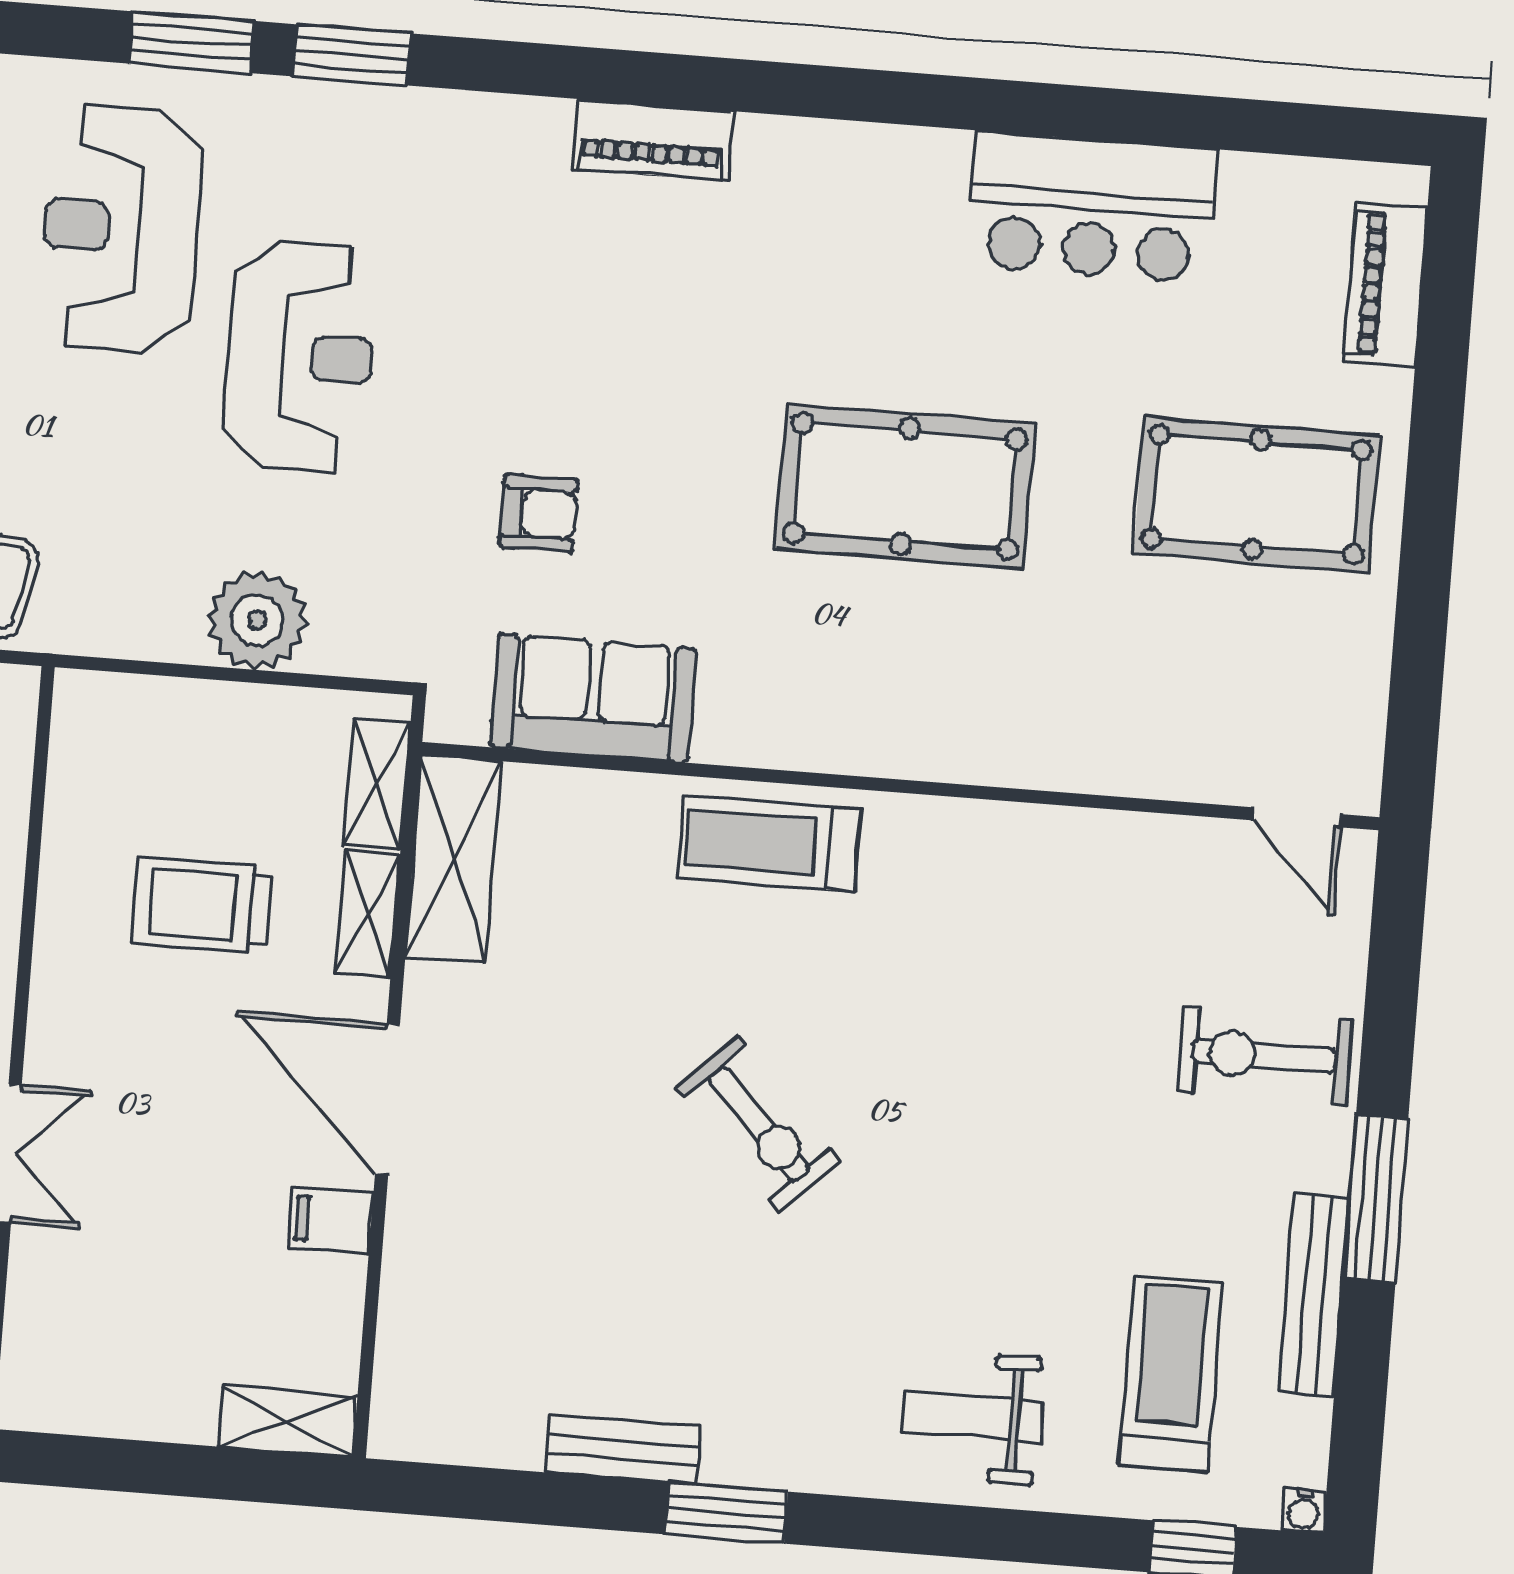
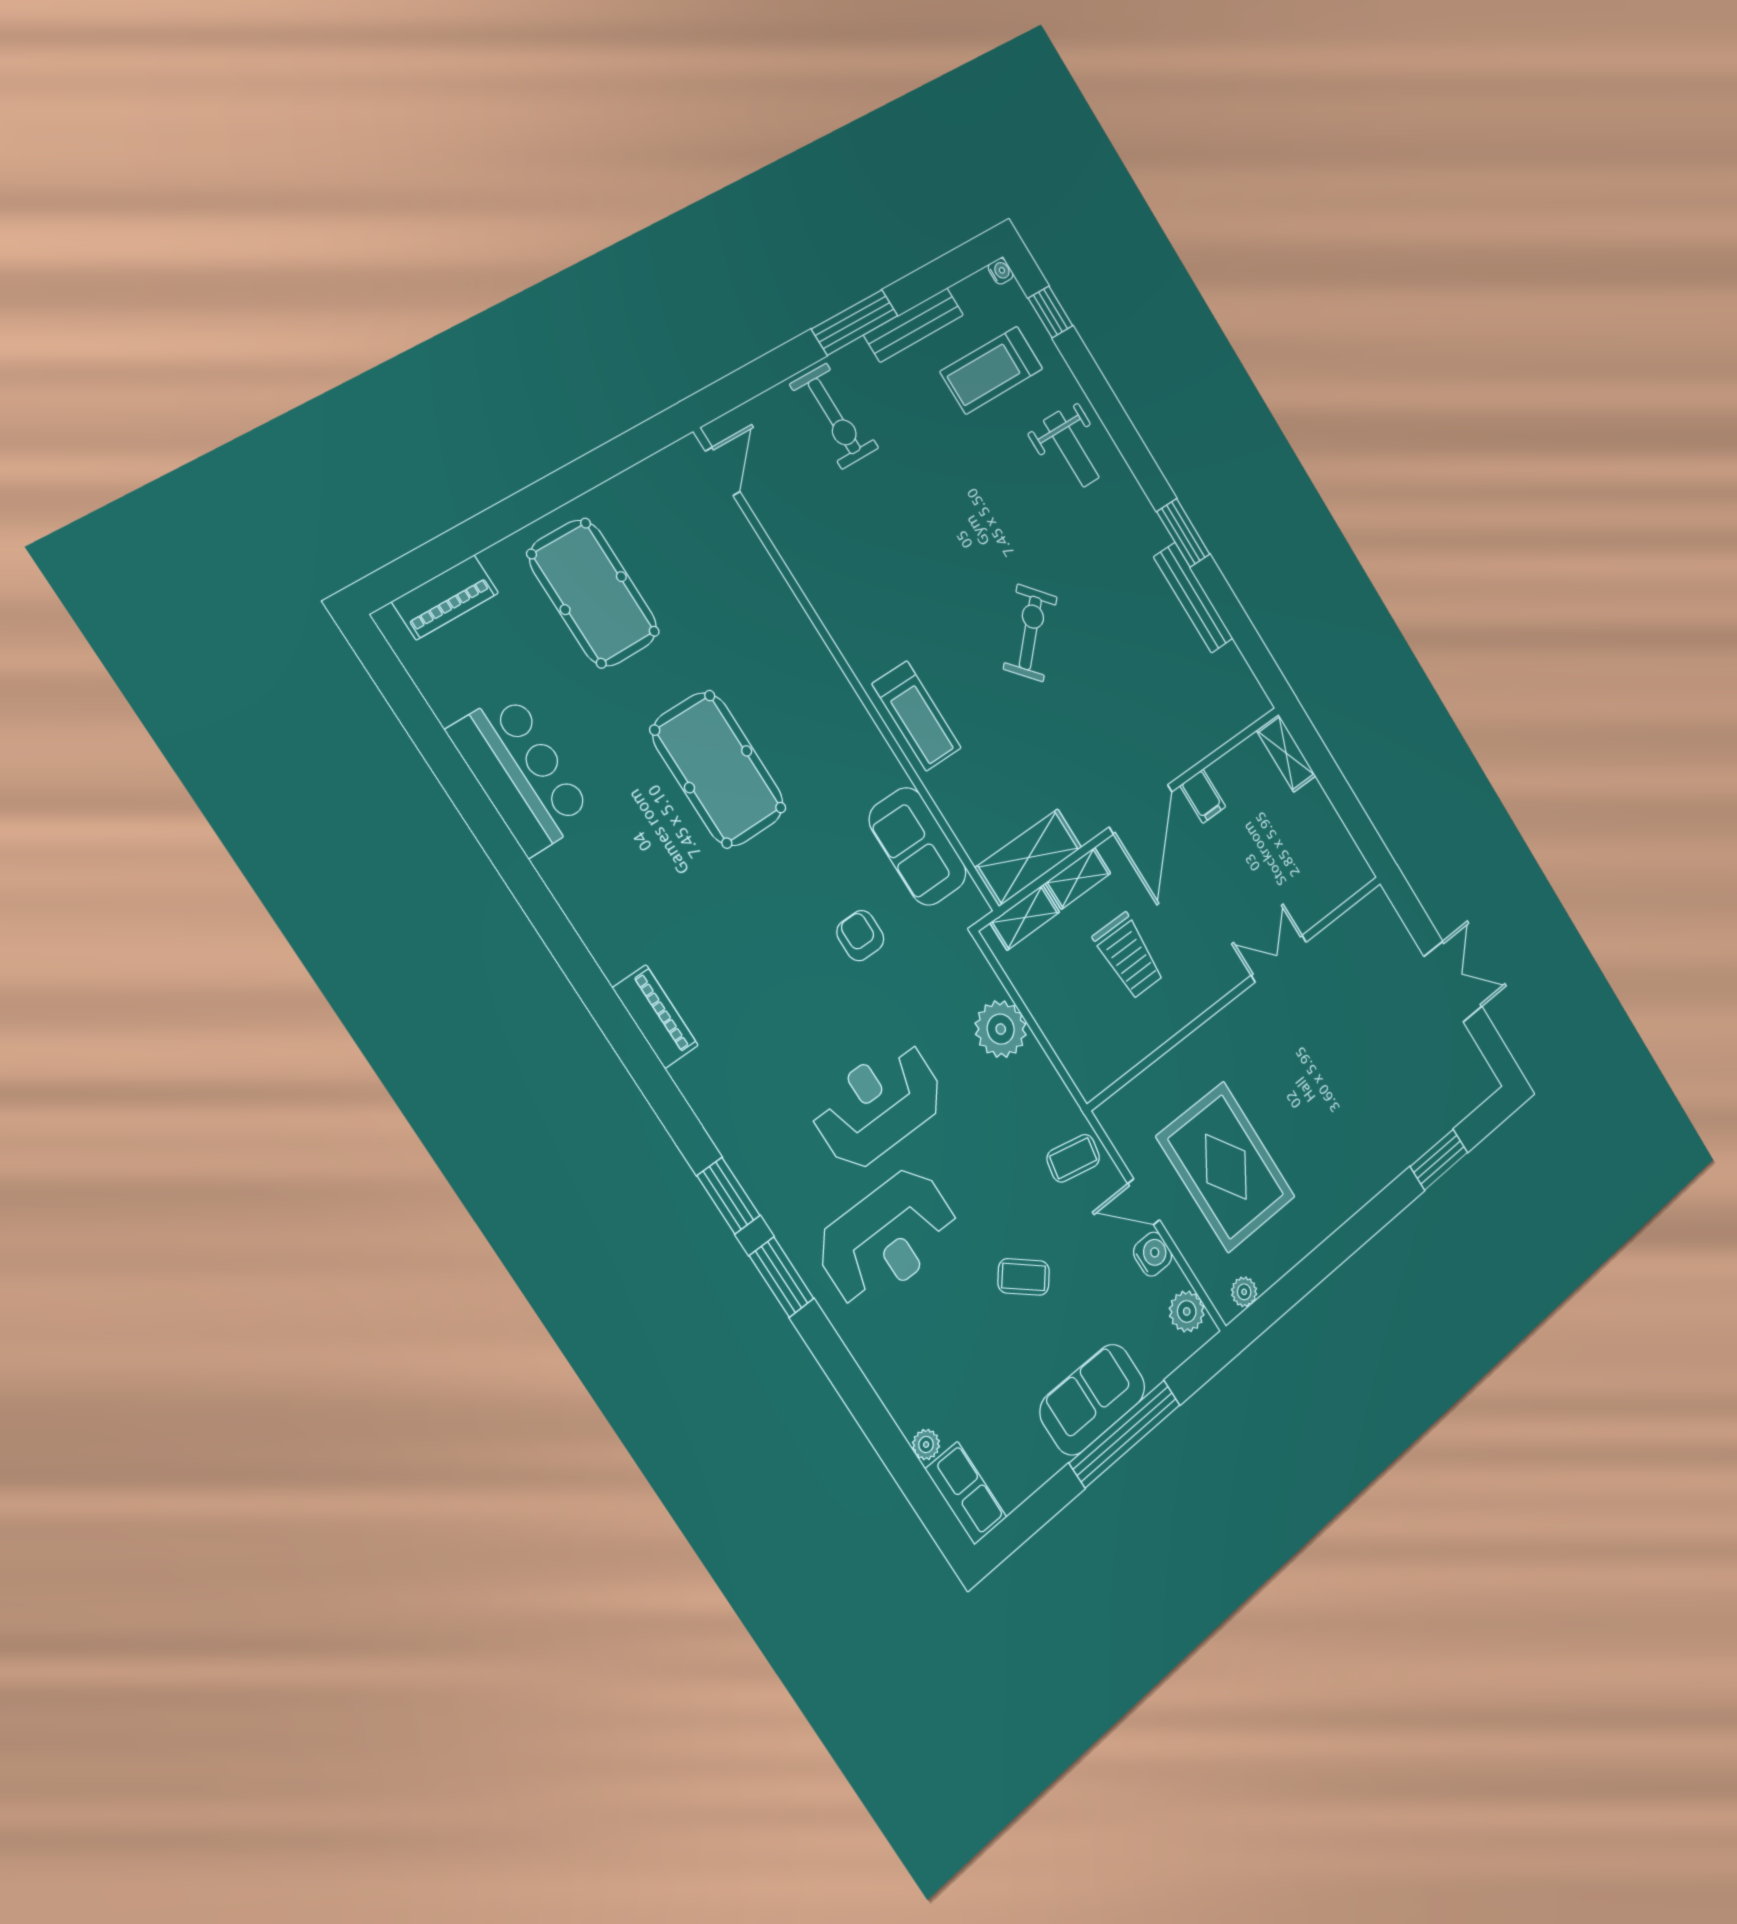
bench: (622, 1449) -> (1193, 598), width x1.36

